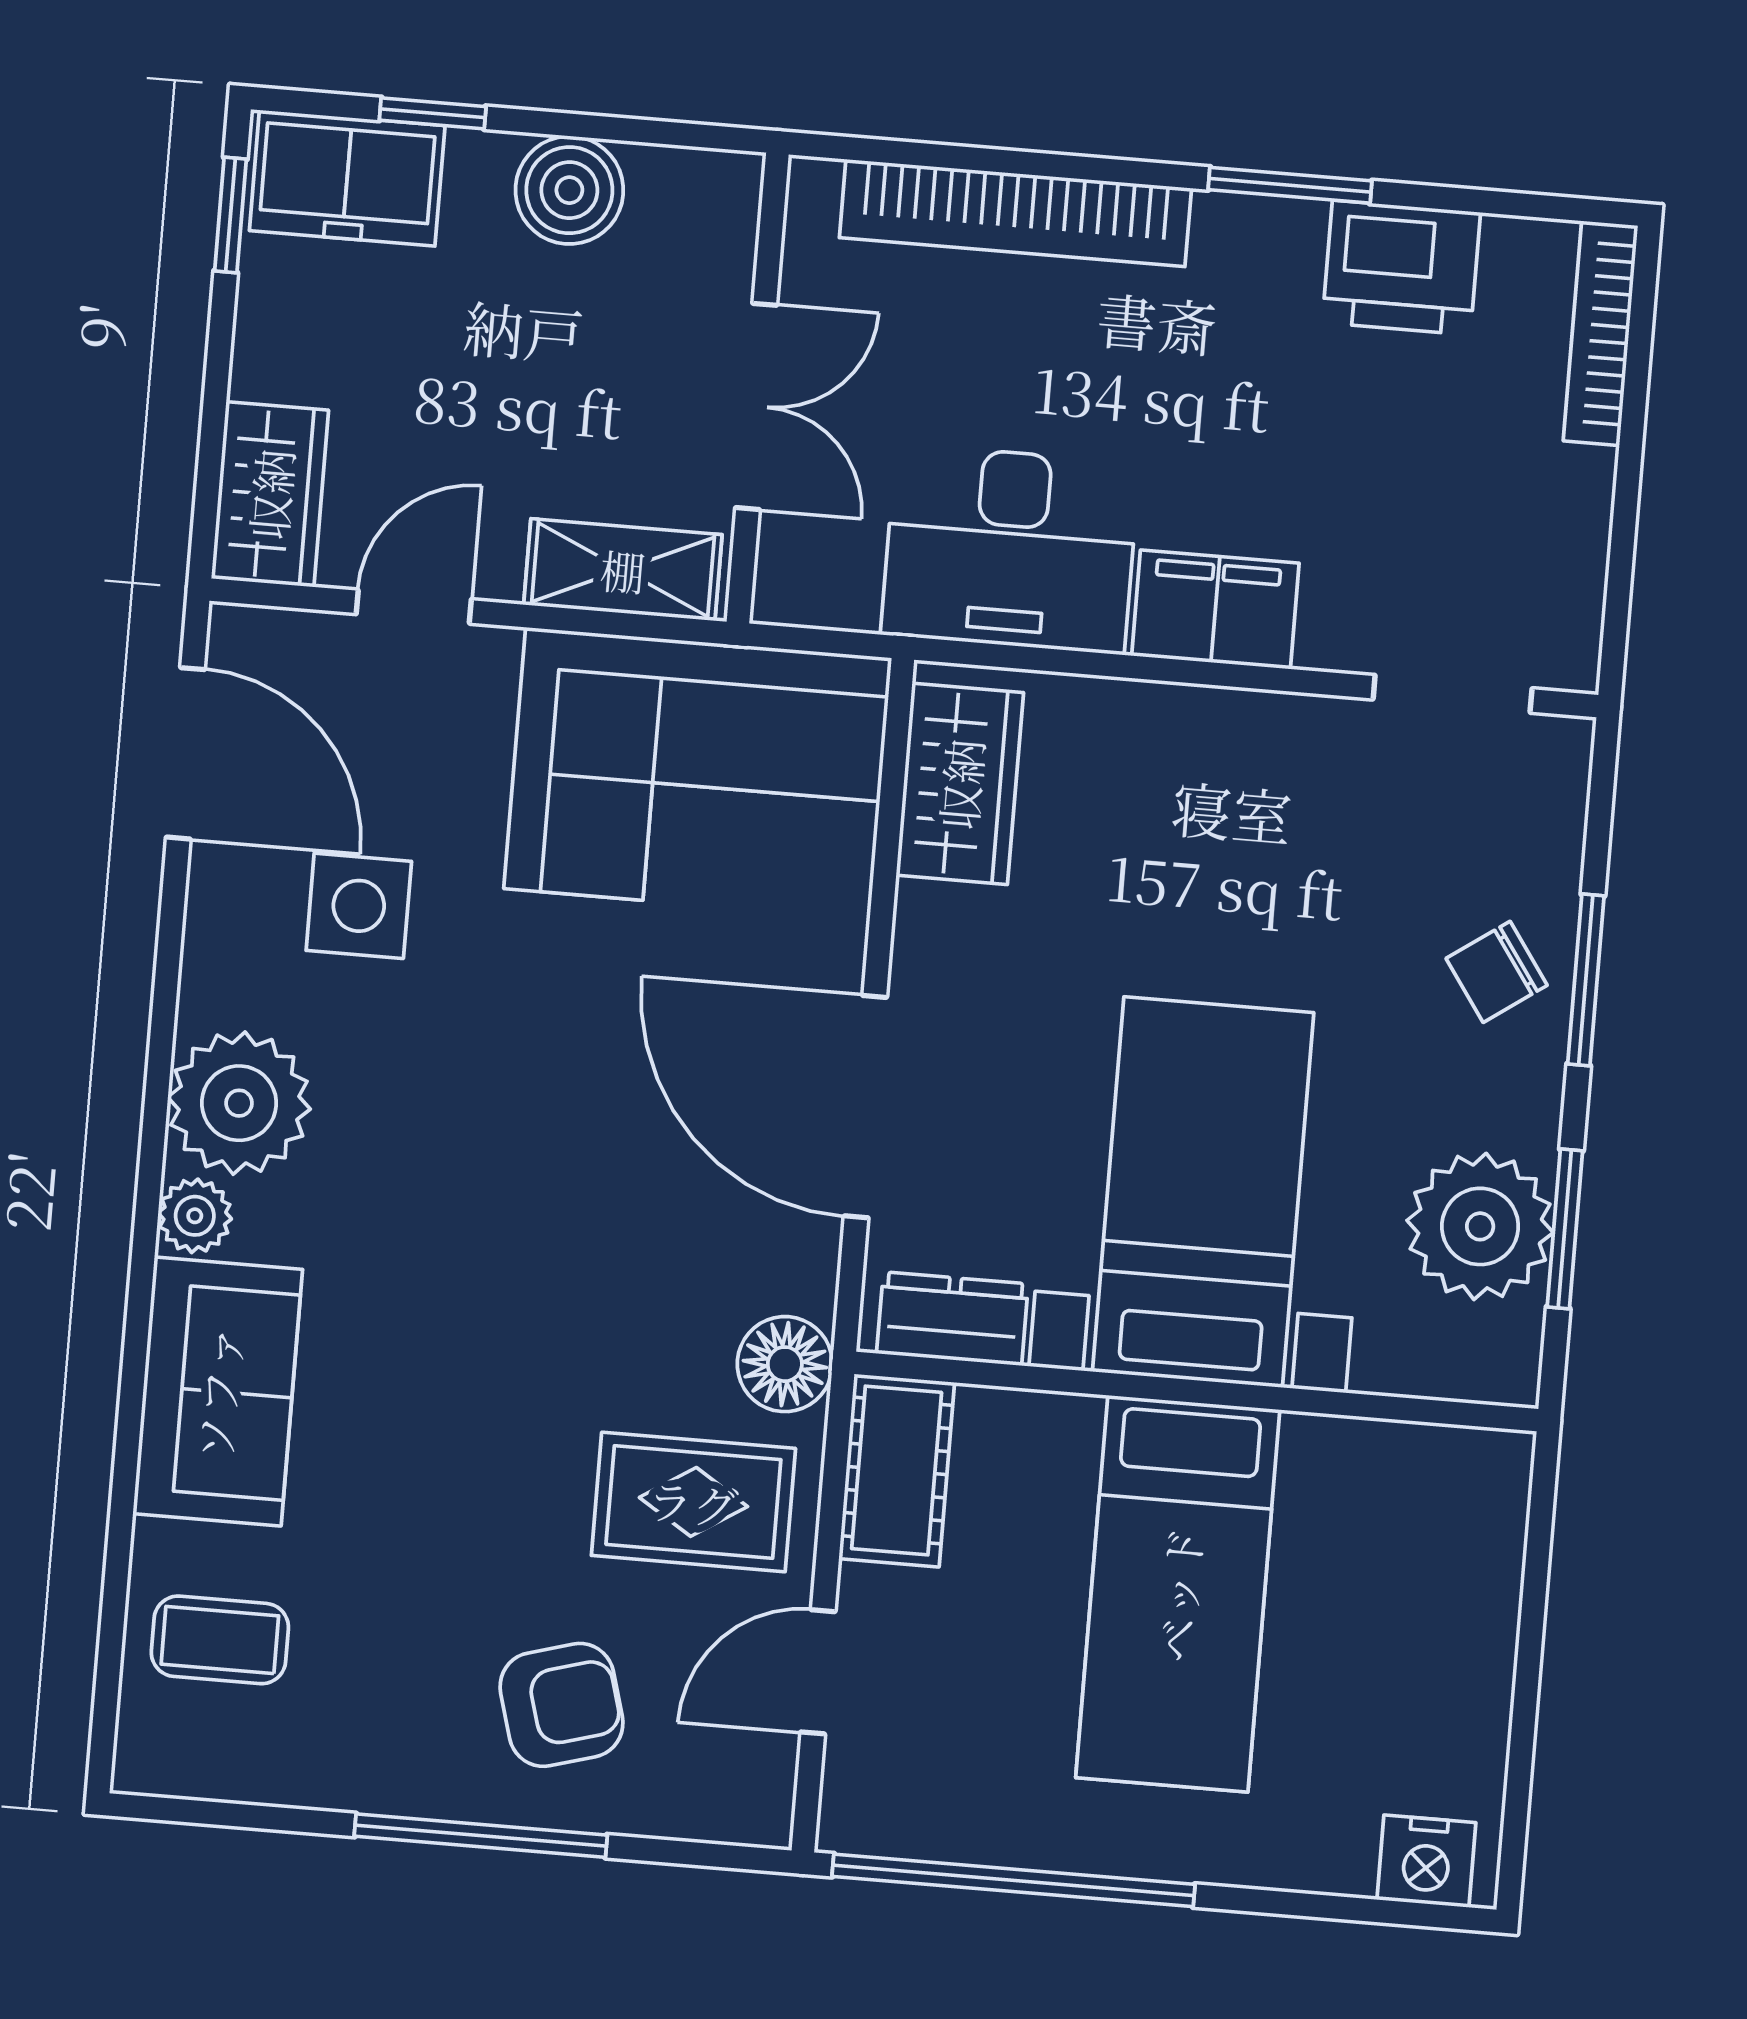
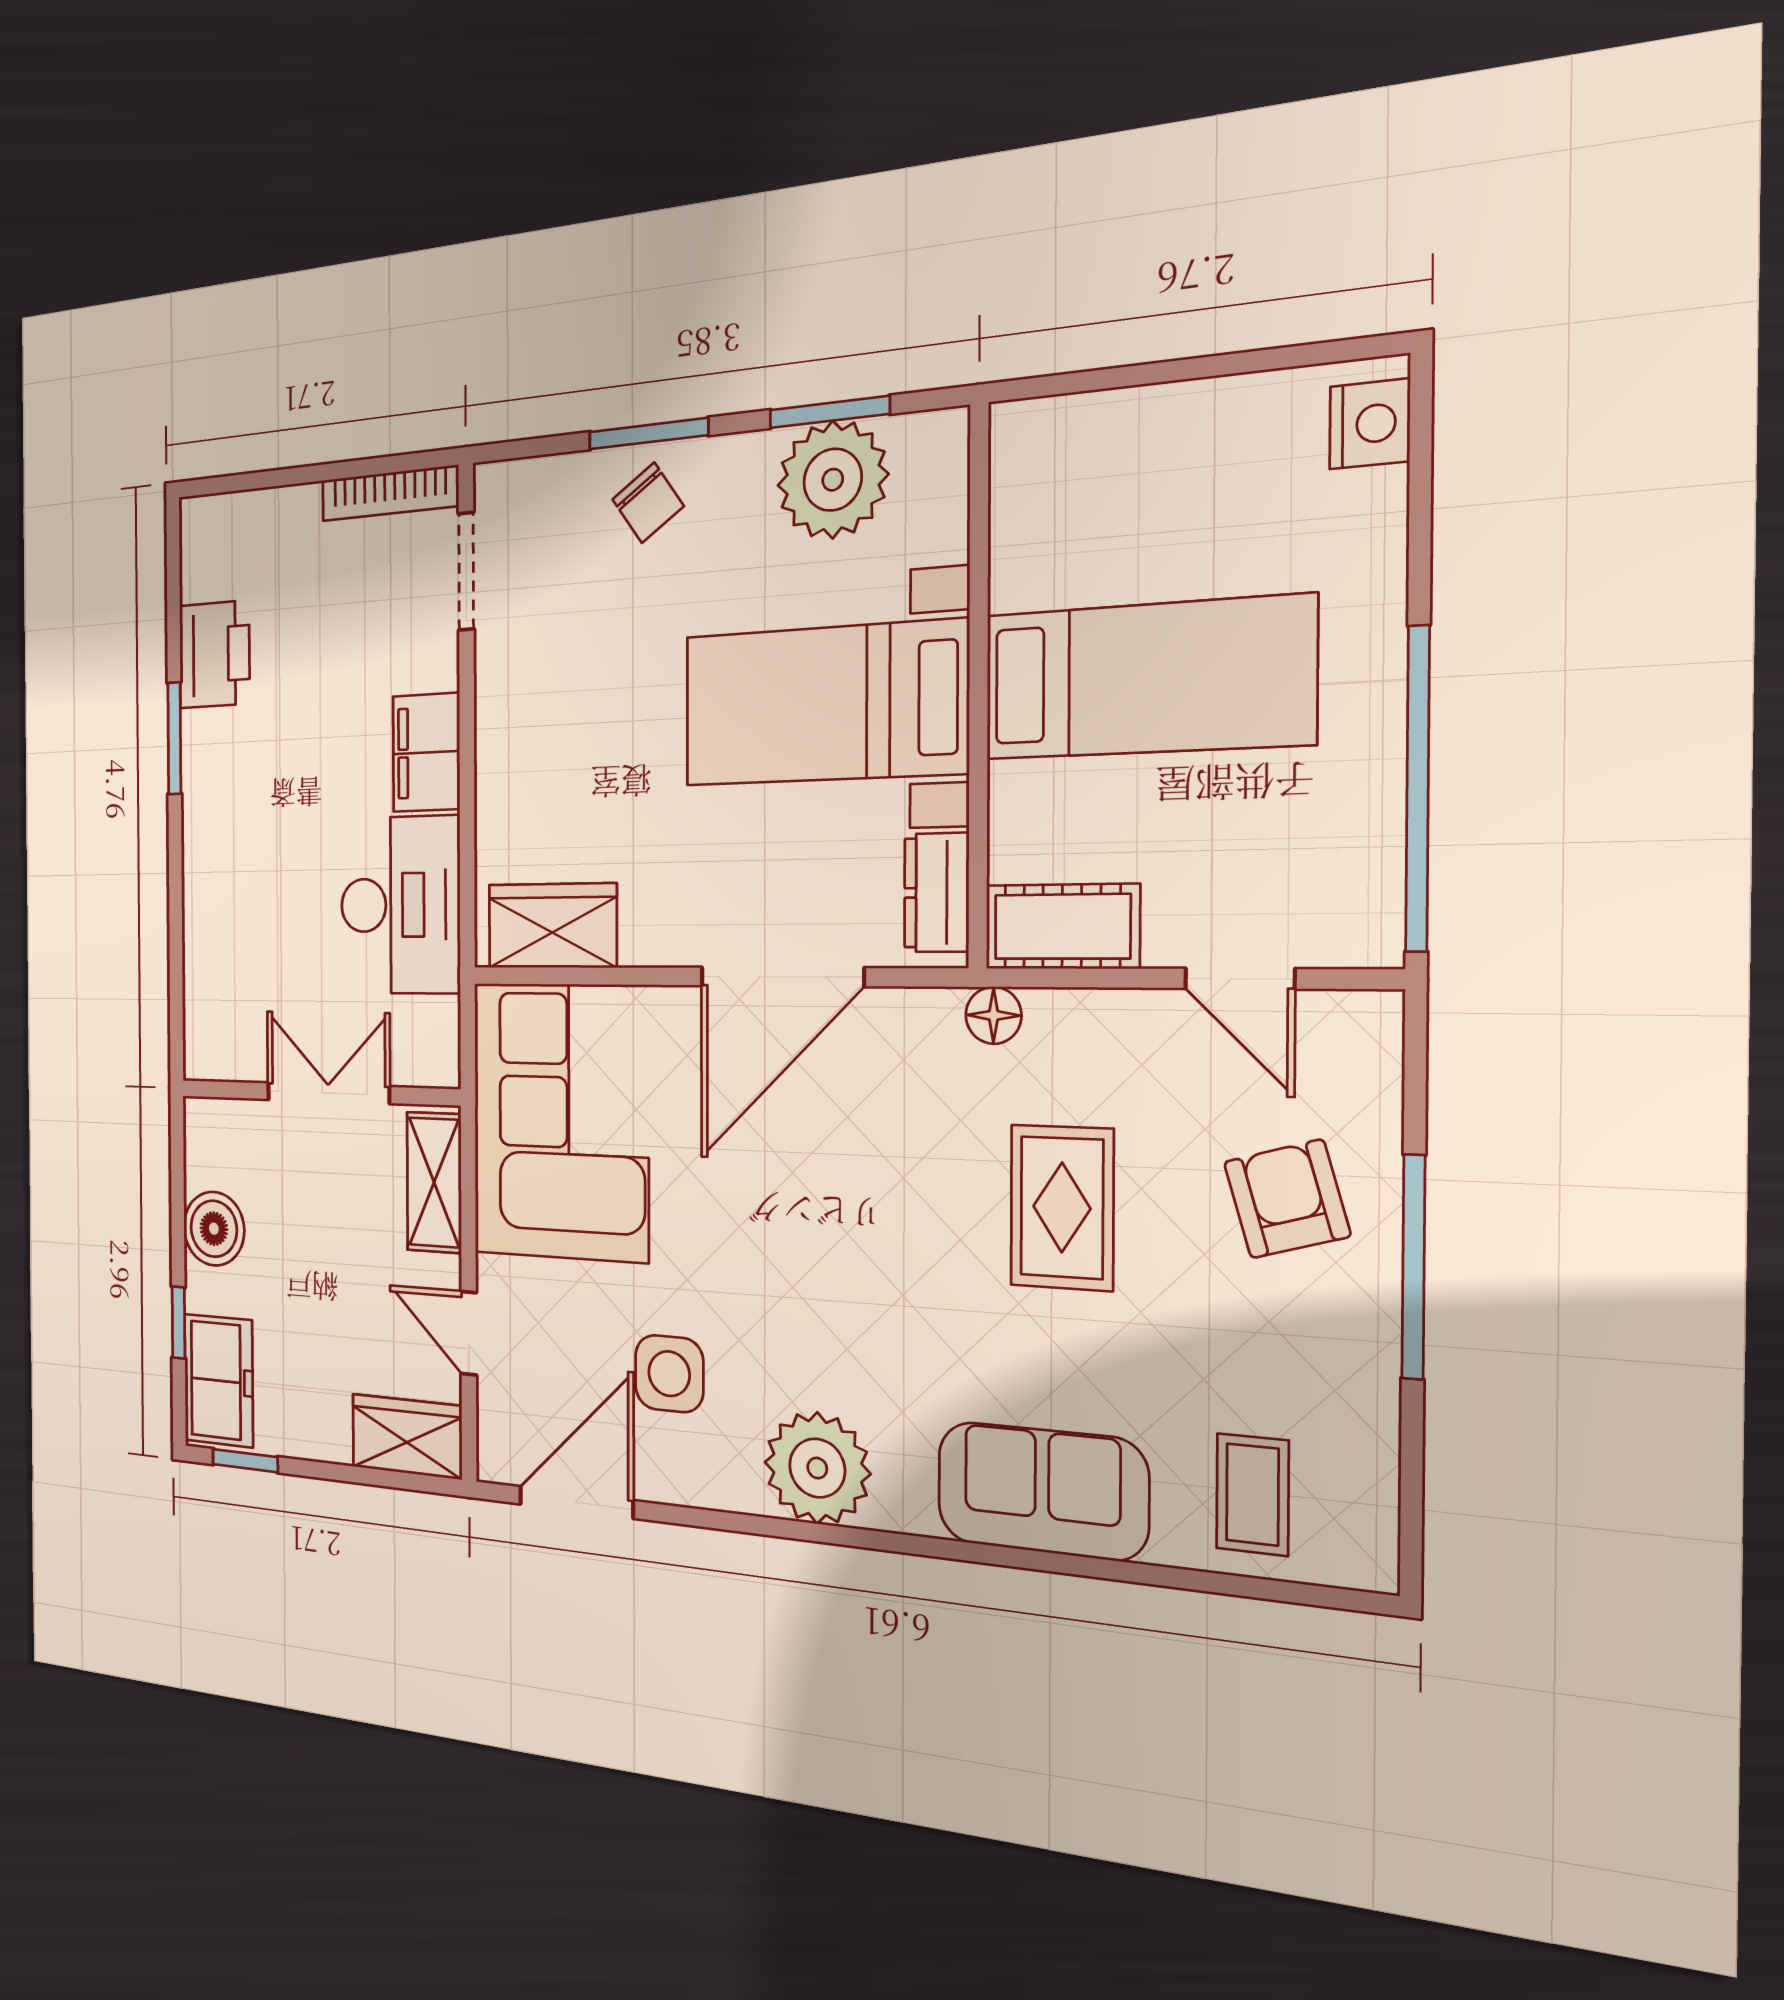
bookcase: (1015, 213) -> (204, 923), removed
bookcase: (1601, 333) -> (390, 493), moved
plant: (195, 1216) -> (905, 1505), removed
floor lamp: (785, 1364) -> (994, 1015), width x0.73, depth x0.73
rug: (693, 1502) -> (1062, 1207), moved

